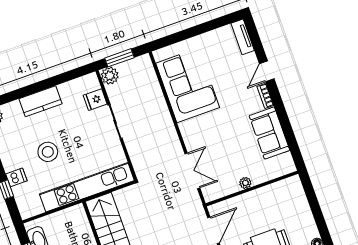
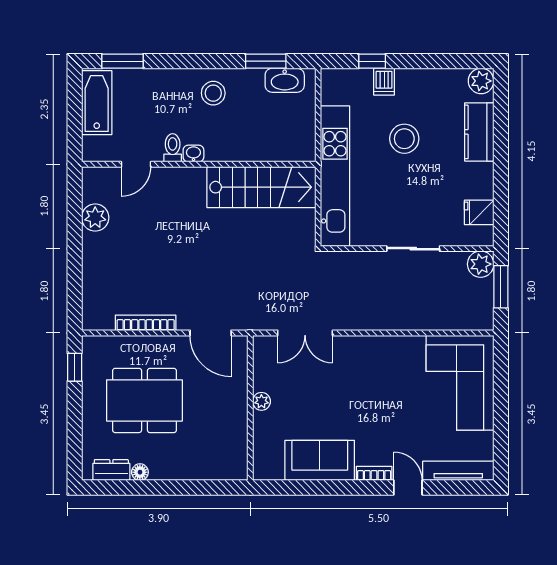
tv unit: (243, 37) -> (458, 471), width x1.41
corner sofa: (188, 85) -> (460, 383), moved, turned 90
fridge: (95, 100) -> (479, 212), moved, turned -90
kitchen counter: (41, 101) -> (479, 132), moved

